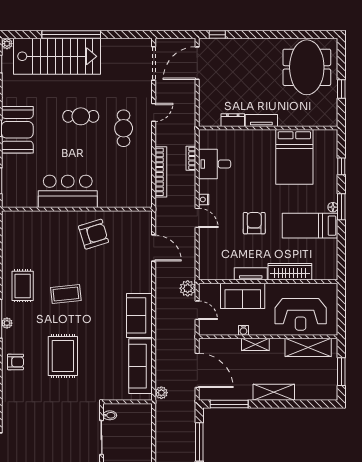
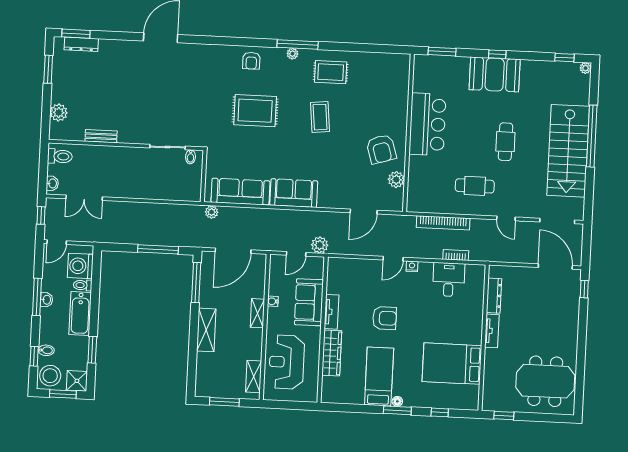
stairs: (57, 56) -> (568, 151), moved
window: (341, 89) -> (504, 416), moved
dresser: (233, 120) -> (494, 296), width x1.44
cafe table: (124, 128) -> (475, 186), moved
plant: (122, 218) -> (396, 180), added
shelving: (308, 347) -> (254, 377), width x0.67, depth x0.75

